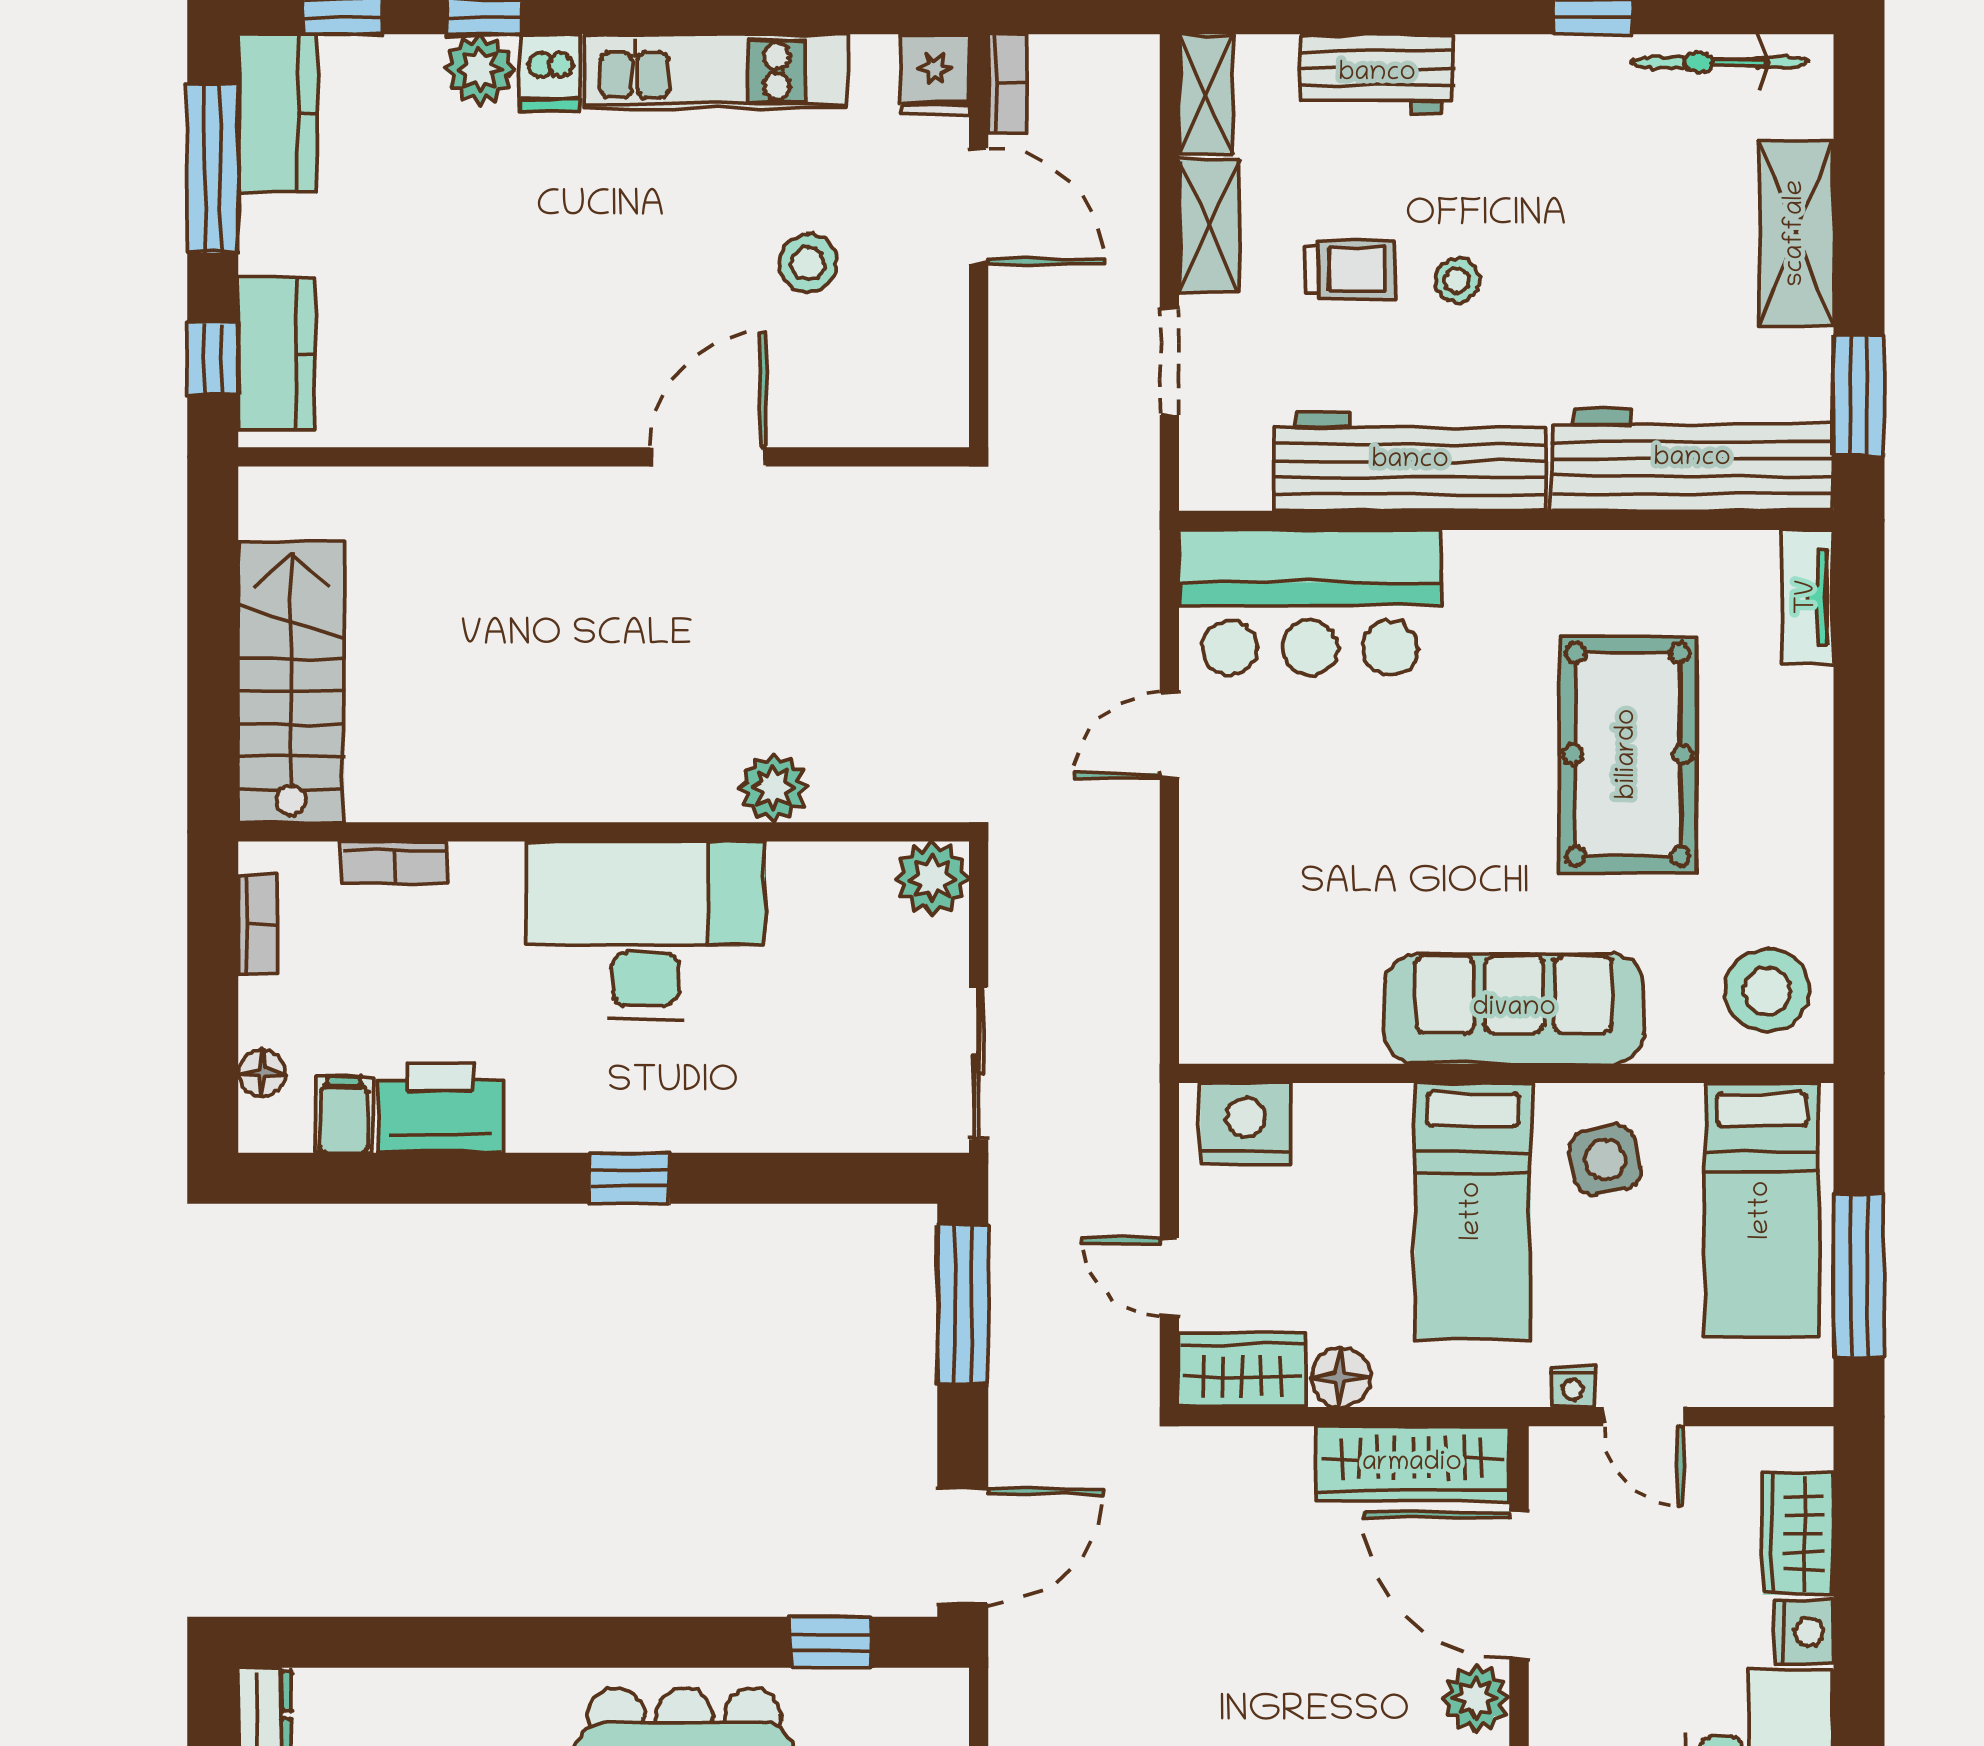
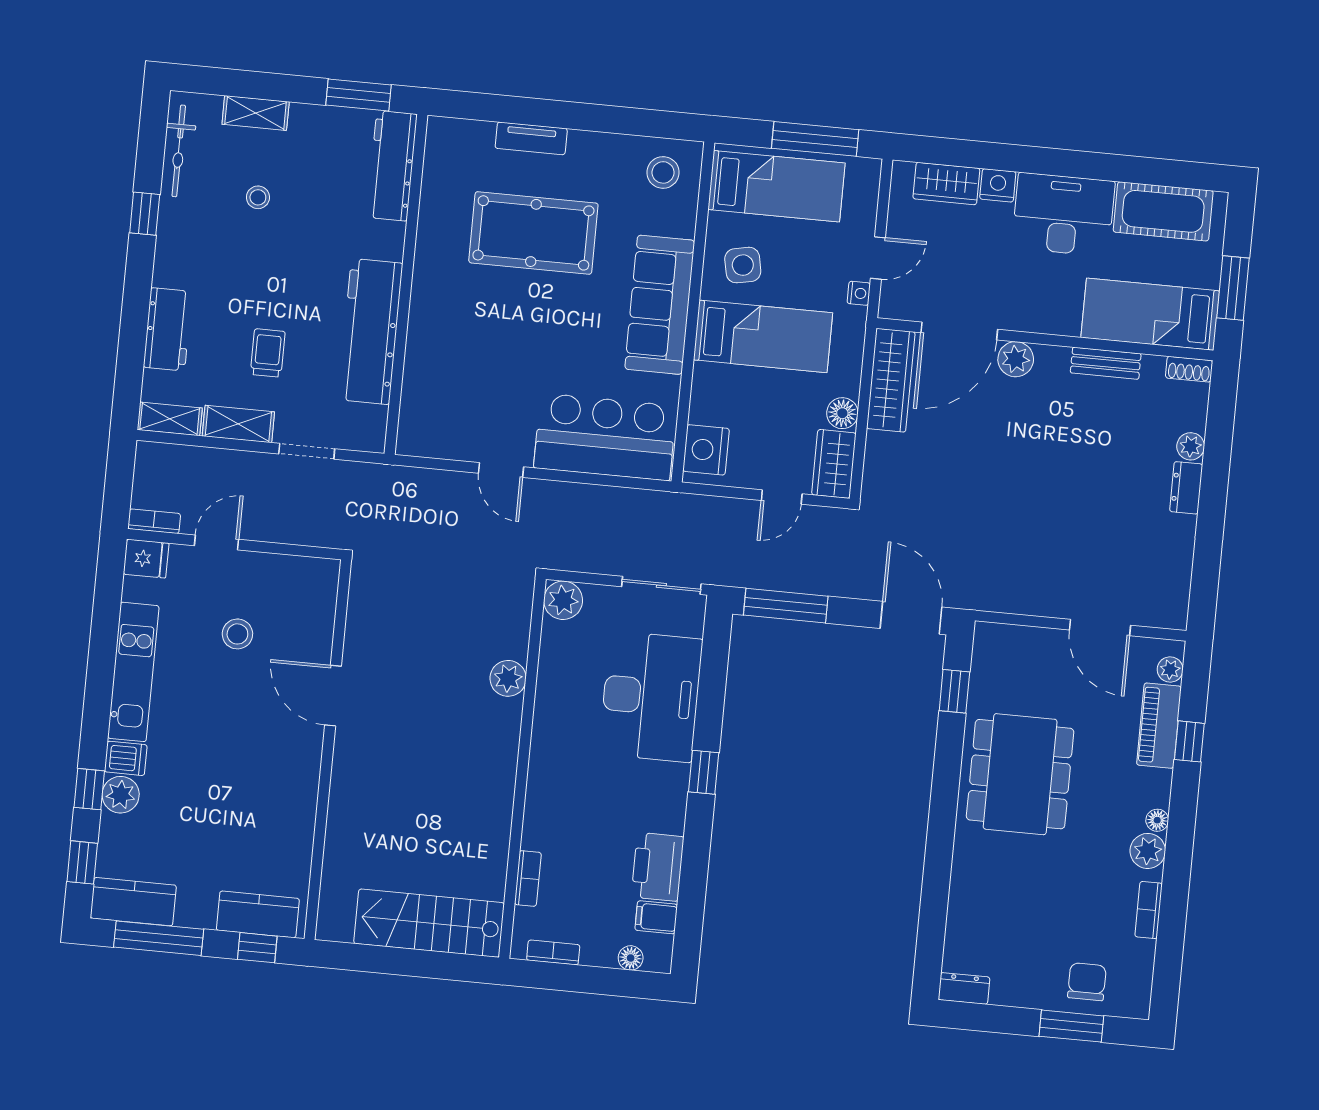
door: (979, 206) -> (216, 542), width x0.73
shelving: (1796, 233) -> (256, 113), width x0.67, depth x0.75
stool: (1457, 280) -> (258, 197), moved
workbench: (1692, 459) -> (392, 166), width x0.73, depth x0.76
tv unit: (1808, 597) -> (531, 138), moved
bar counter: (1310, 603) -> (605, 437), moved, turned -90
desk: (646, 931) -> (651, 697), moved, turned 180
stool: (1767, 991) -> (663, 172), width x0.73, depth x0.73

